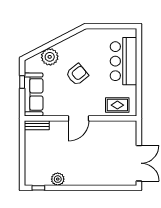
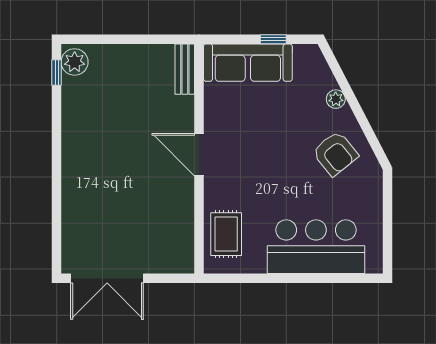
plant: (50, 57) -> (336, 99), width x0.53, depth x0.53
armchair: (77, 74) -> (335, 154), moved
plant: (58, 179) -> (75, 62), moved

